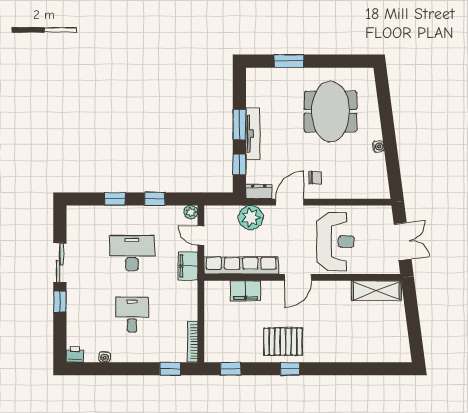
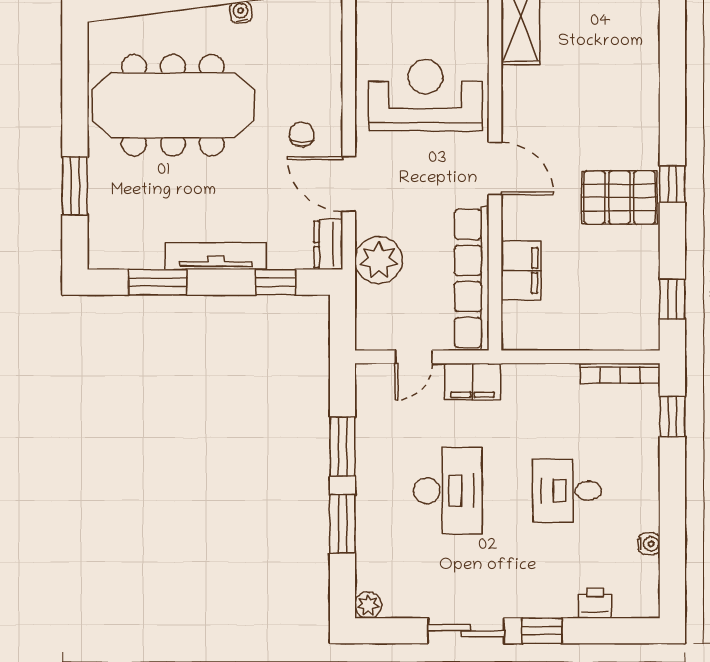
meeting table: (330, 112) -> (173, 105), width x1.36
window: (239, 125) -> (158, 282), moved
window: (115, 199) -> (343, 524), width x1.50
window: (155, 199) -> (343, 446), width x1.50
plant: (191, 212) -> (368, 605), moved
desk: (132, 253) -> (448, 491), turned 180
pallet: (283, 342) -> (620, 197), turned 90
printer: (75, 355) -> (595, 603), moved, turned 90

